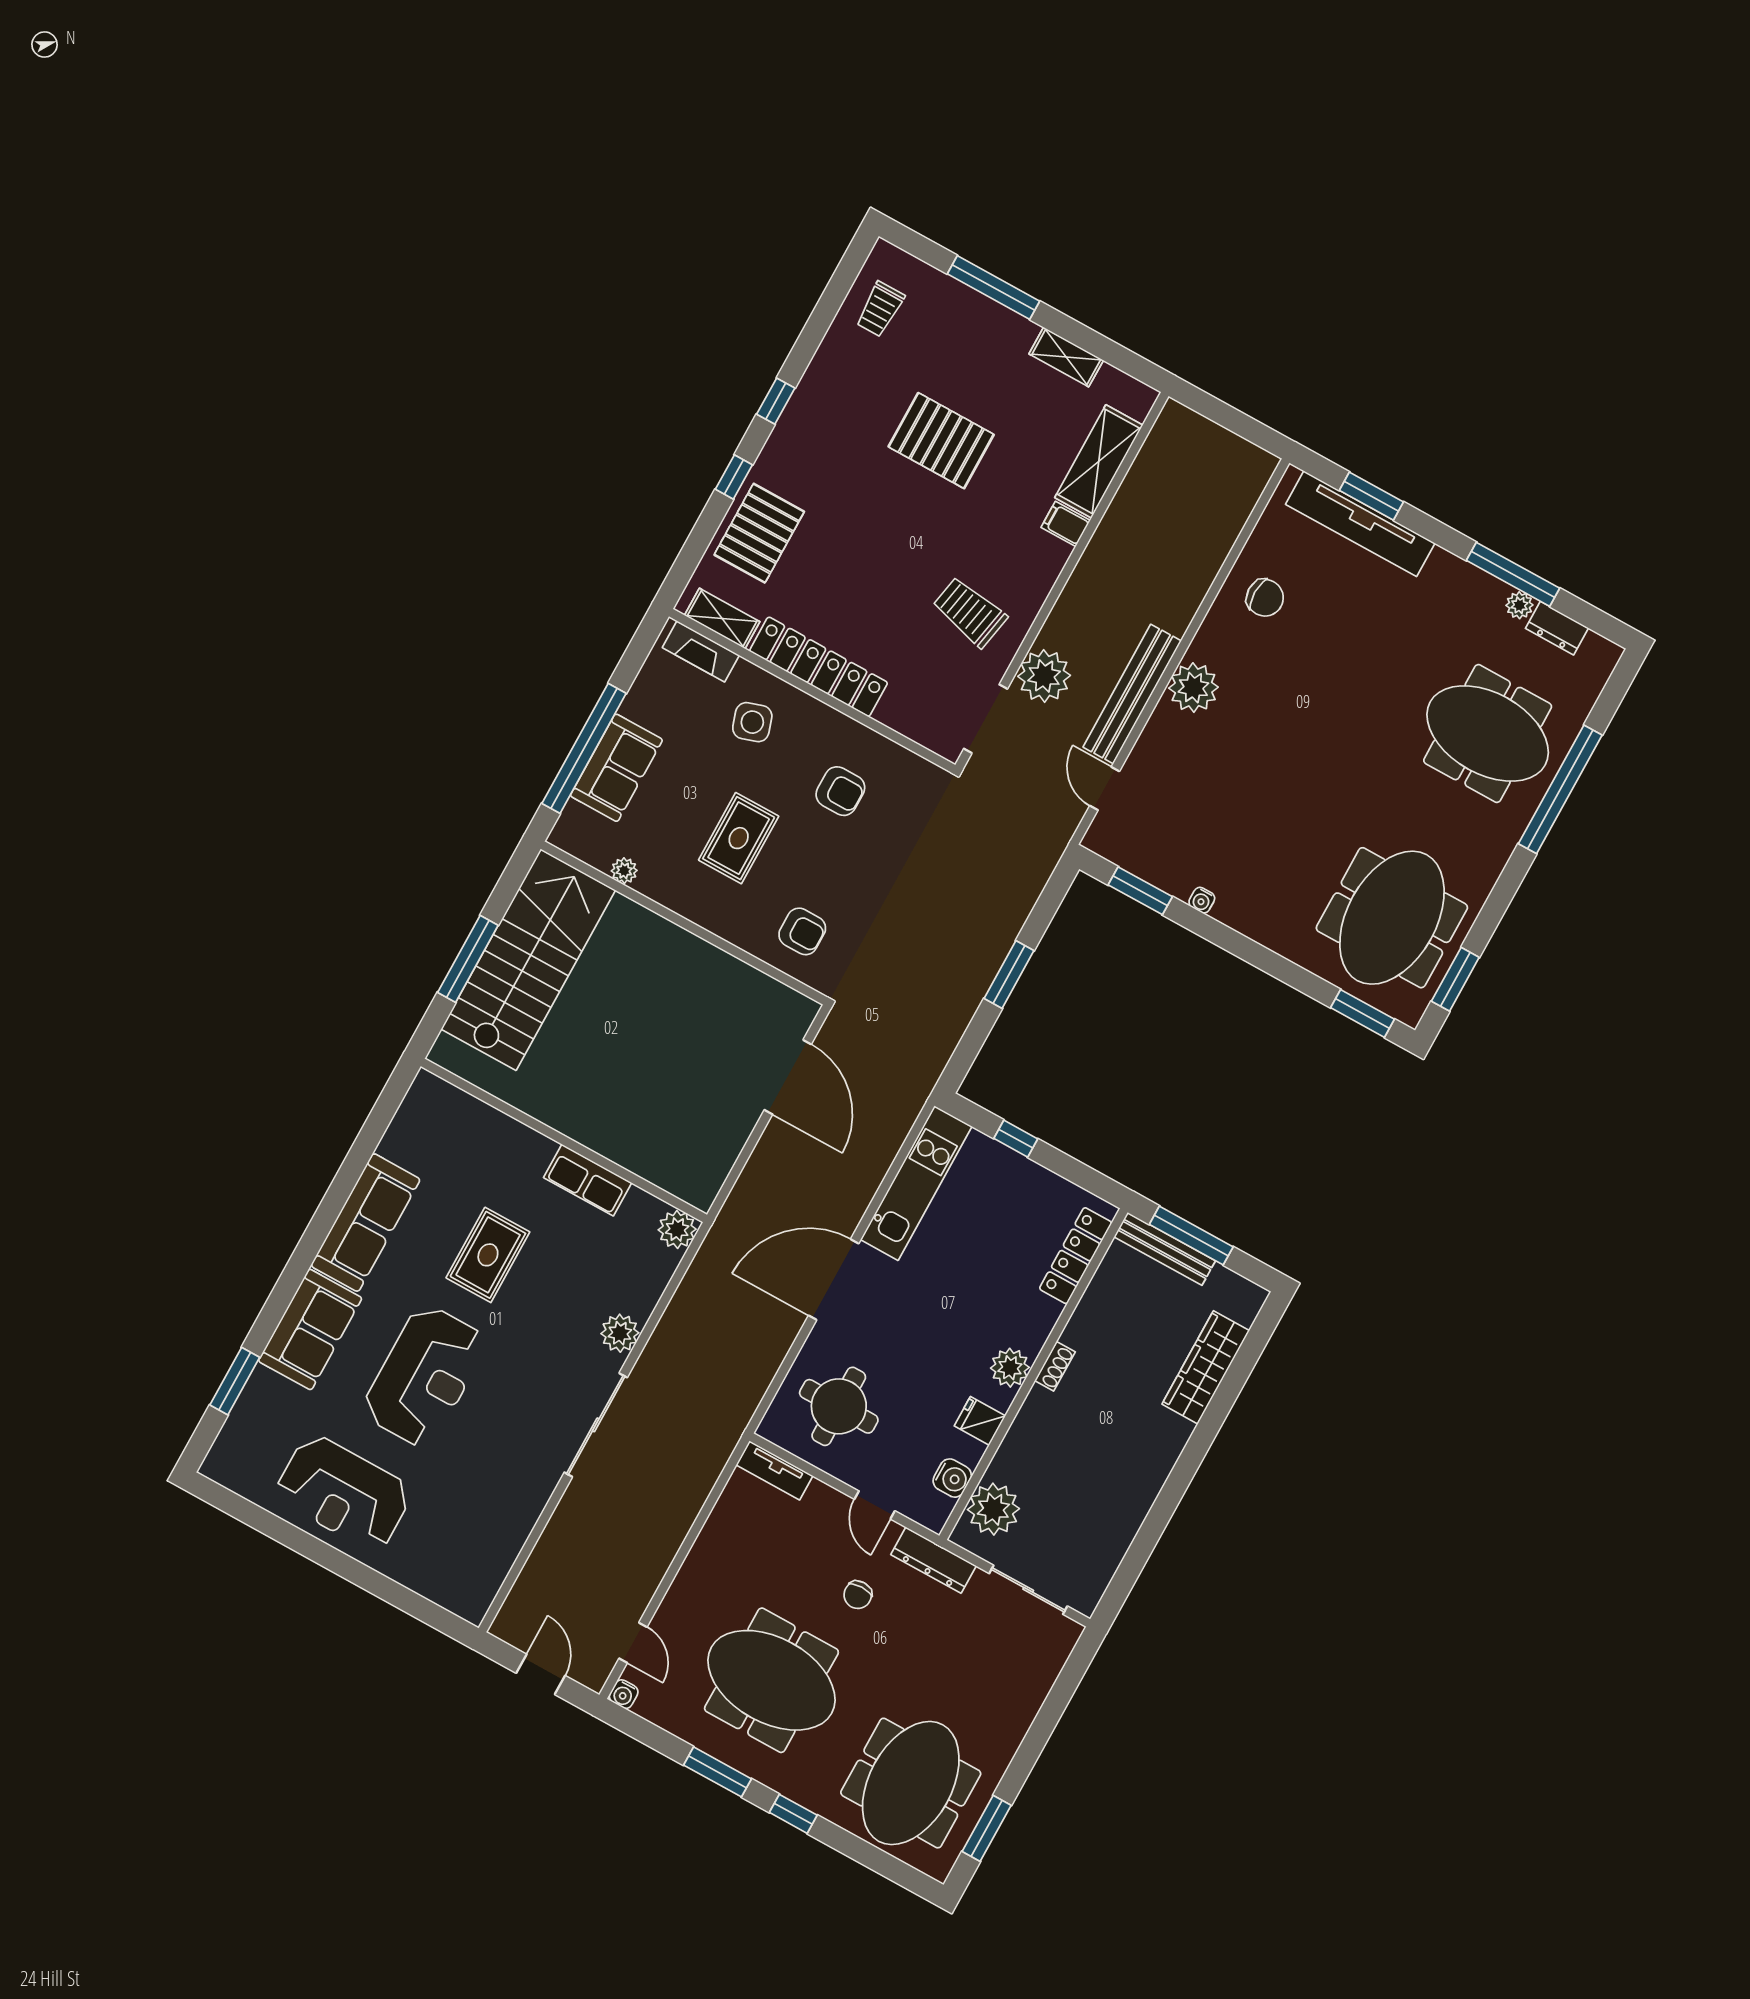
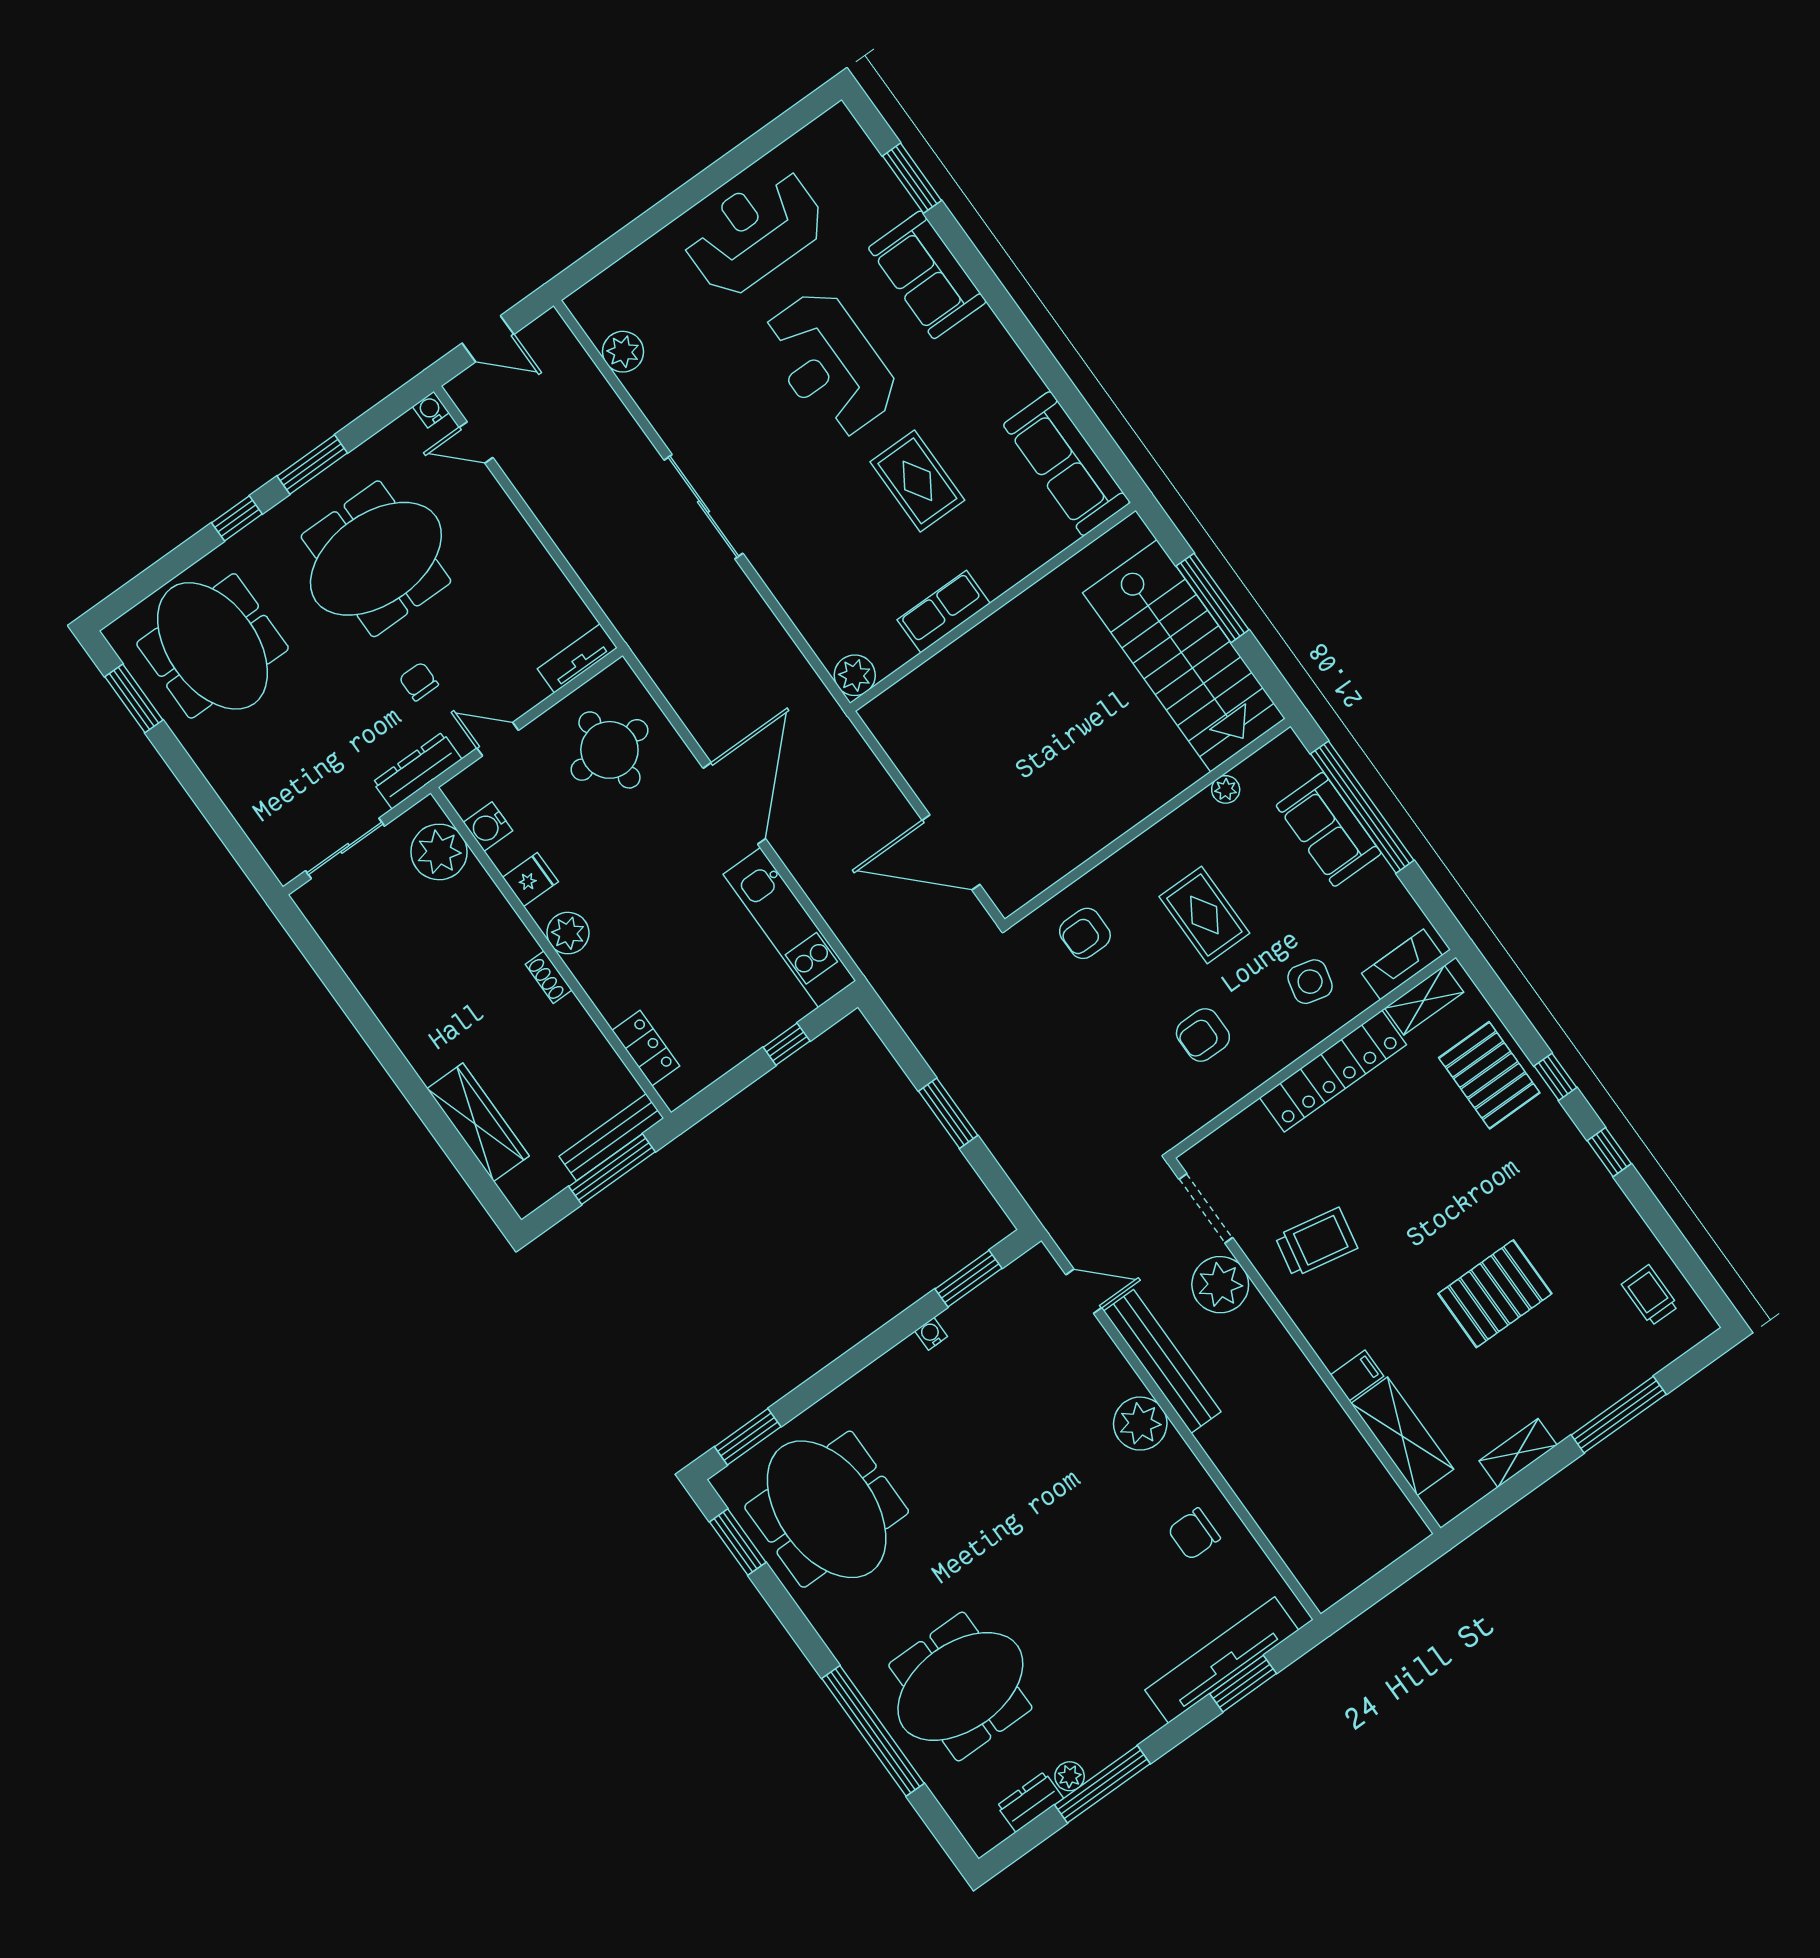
side table: (752, 722) -> (1310, 982), turned 32
sofa: (366, 1223) -> (1067, 464), moved
locker: (1076, 1256) -> (646, 1048), width x0.66
plant: (620, 1333) -> (623, 352), moved

